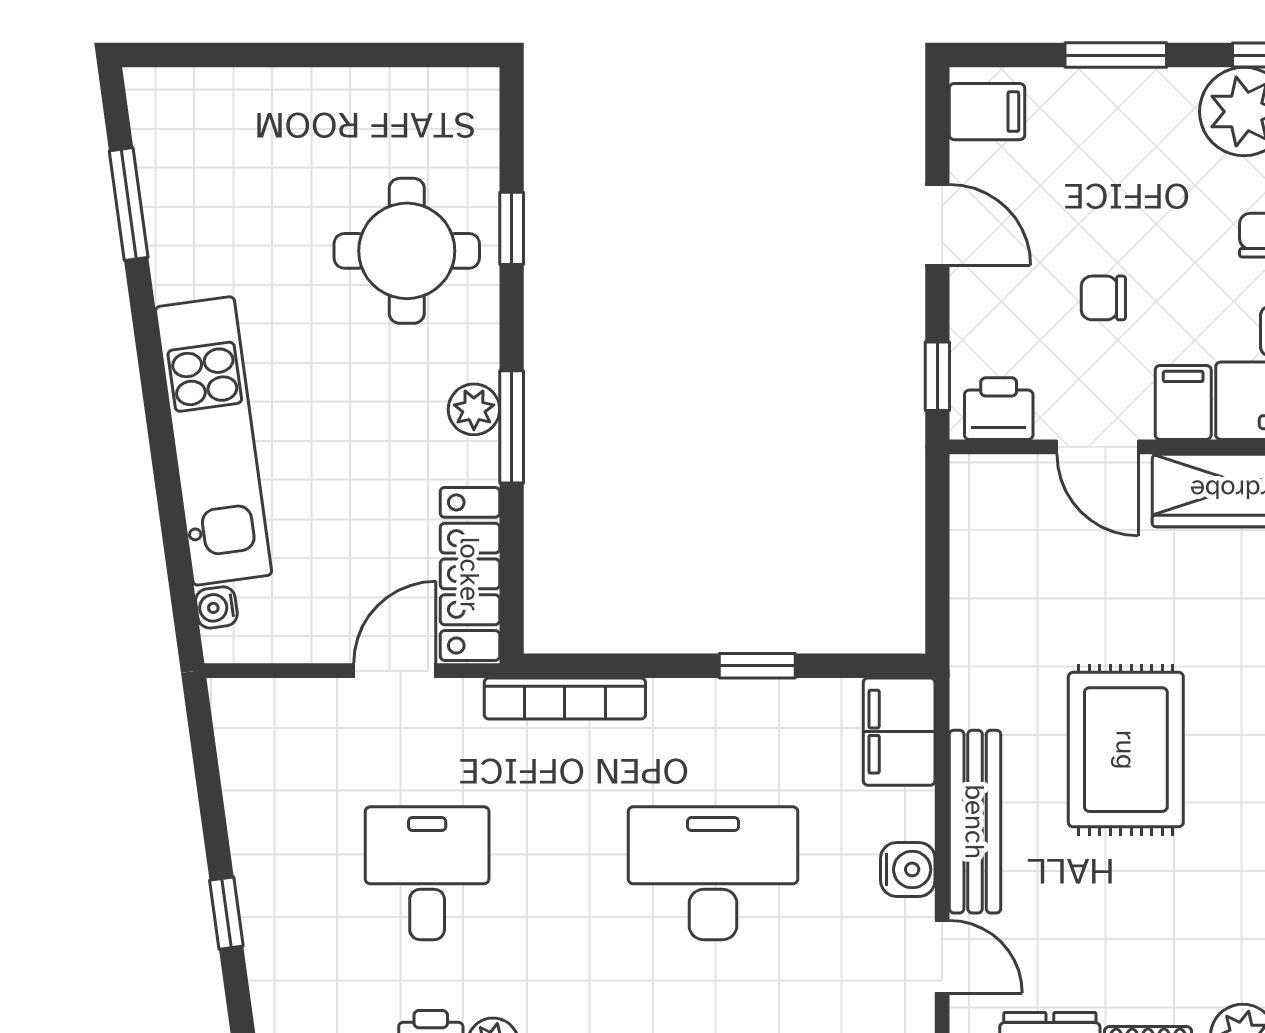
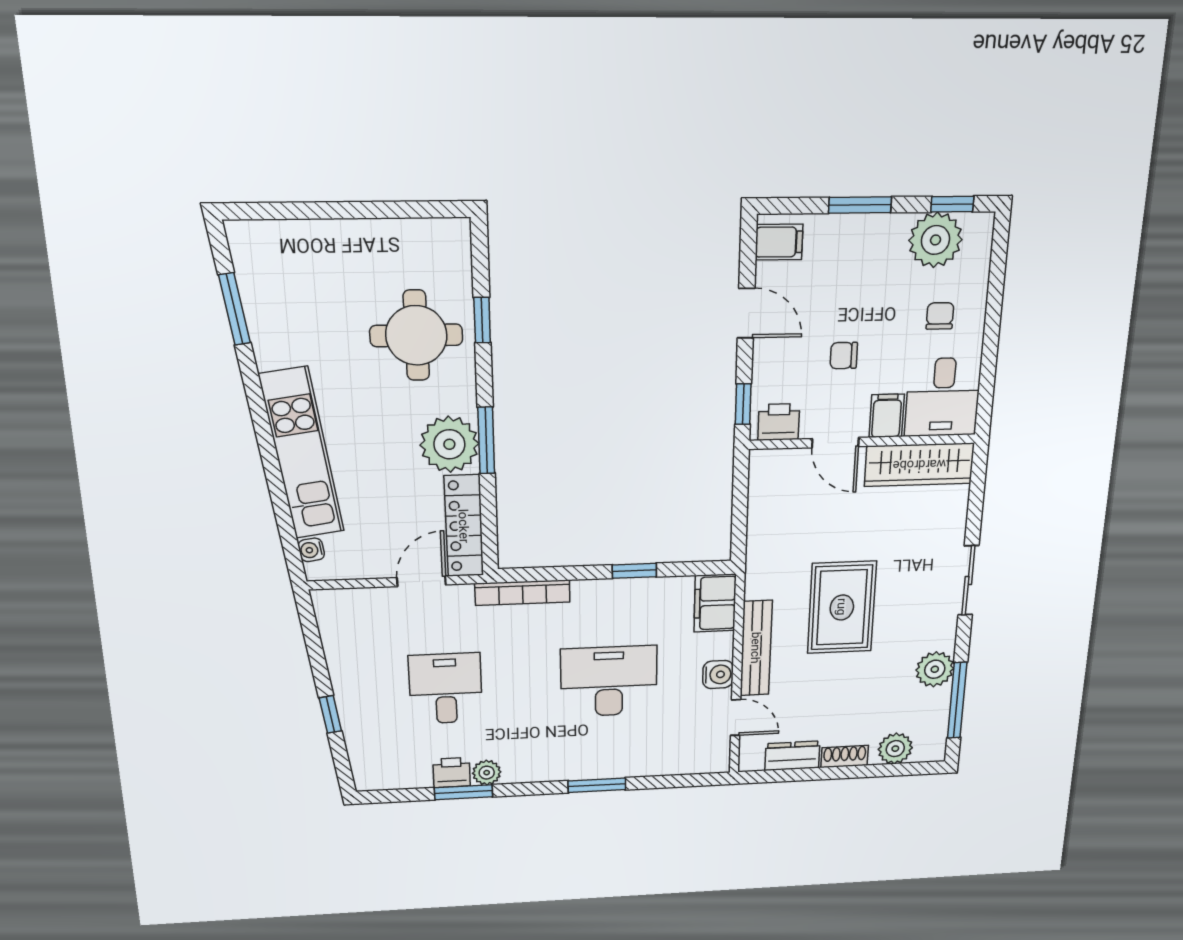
plant: (474, 409) -> (449, 444), width x1.88, depth x1.88

